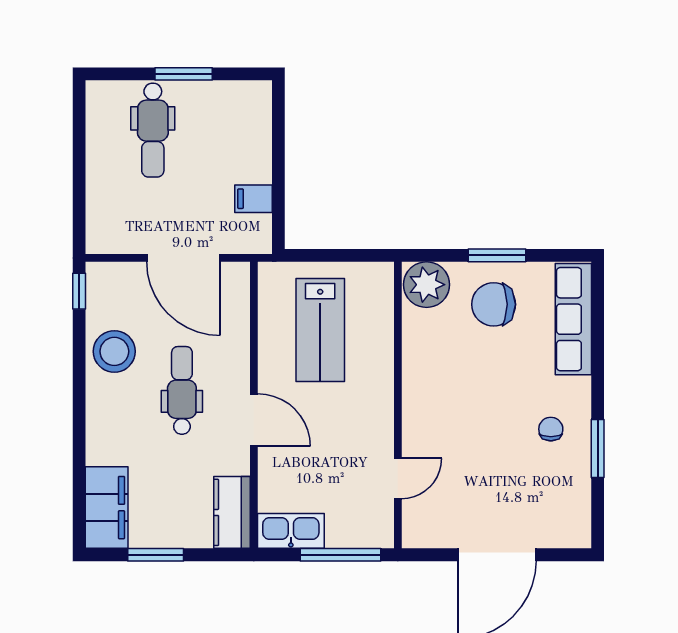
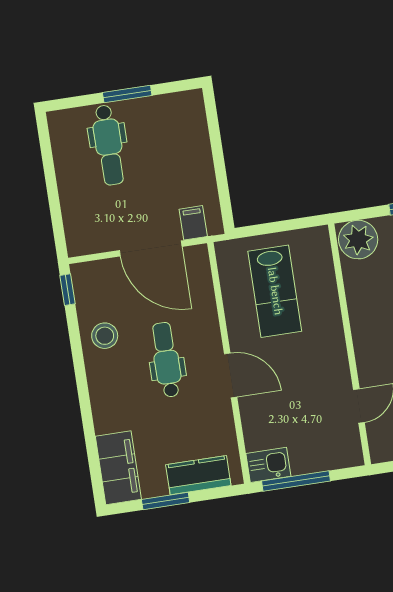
filing cabinet: (253, 199) -> (193, 223), moved, turned 90
stool: (114, 351) -> (105, 336), width x0.73, depth x0.73
kitchen counter: (232, 512) -> (198, 475), moved, turned 90
kitchen sink: (291, 531) -> (268, 465), width x0.73
window: (341, 555) -> (296, 481), moved

